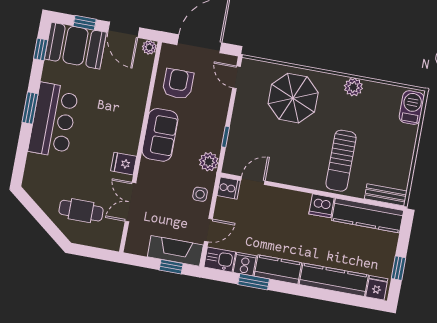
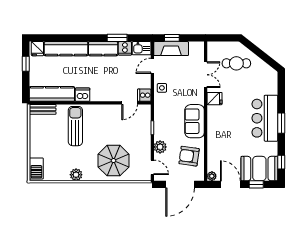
armchair: (178, 84) -> (189, 156), turned 98
plant: (209, 162) -> (160, 147), moved

